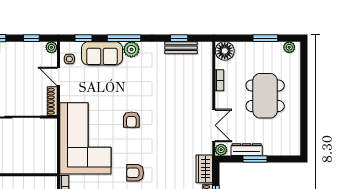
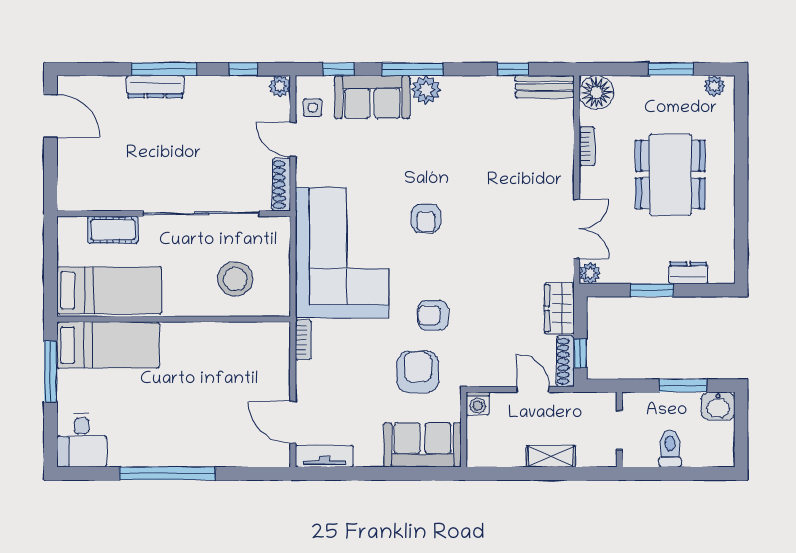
bench: (181, 48) -> (545, 87), moved
dresser: (247, 150) -> (688, 273), moved, width x0.70
stool: (27, 153) -> (235, 279), added

